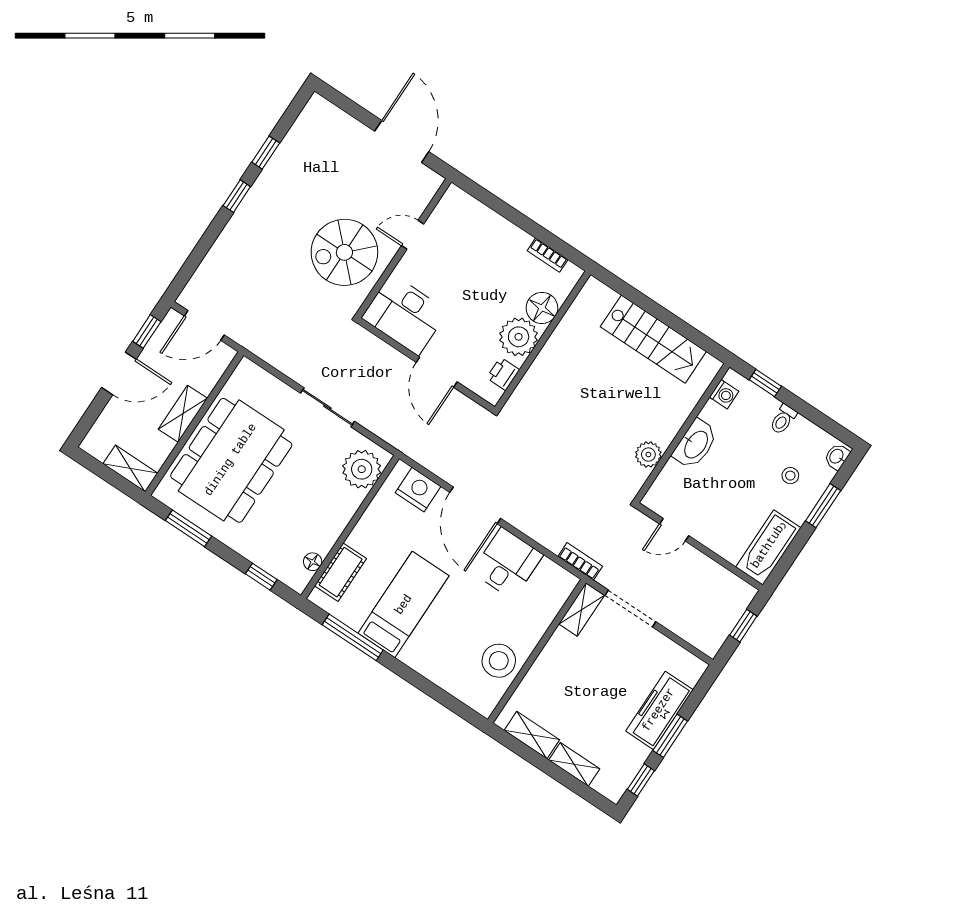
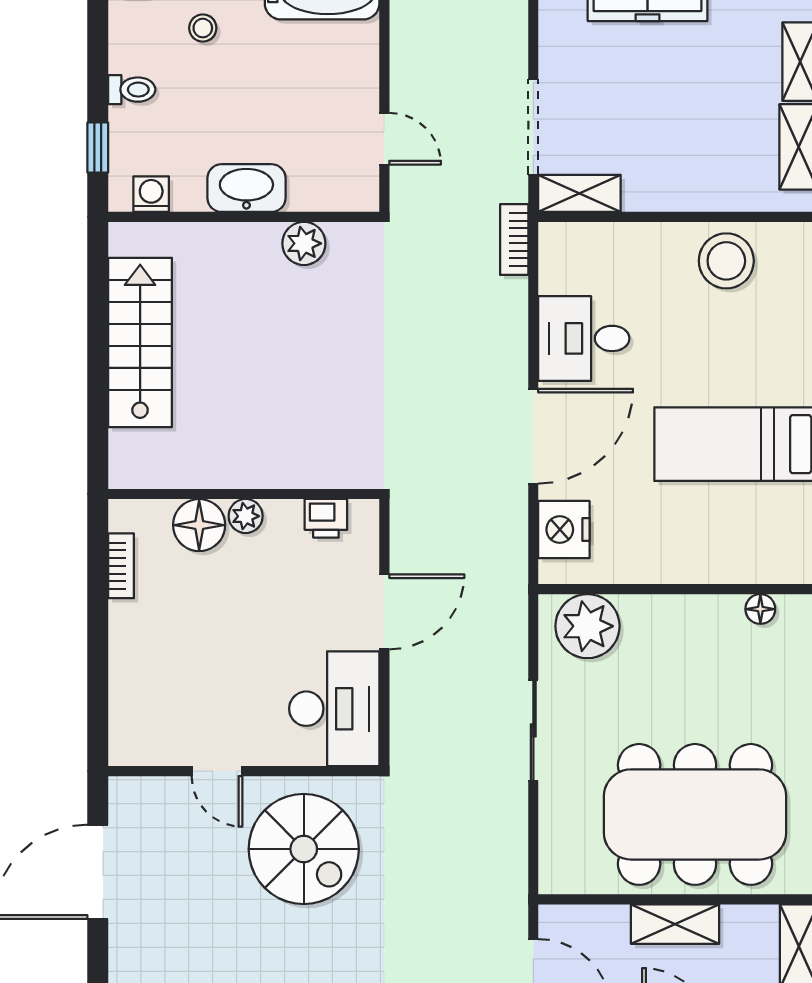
plant: (519, 337) -> (246, 516), width x0.53, depth x0.53
cot: (341, 572) -> (749, 561), removed

